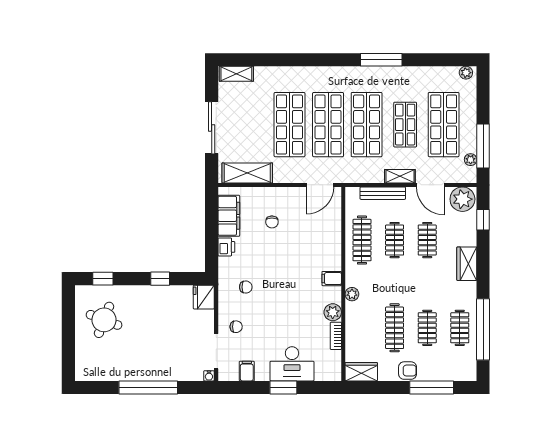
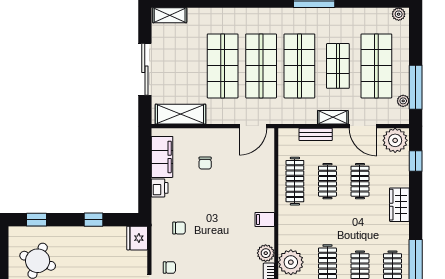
bench: (383, 193) -> (316, 134), width x0.73
plant: (352, 294) -> (291, 262), moved, width x1.88, depth x1.88

